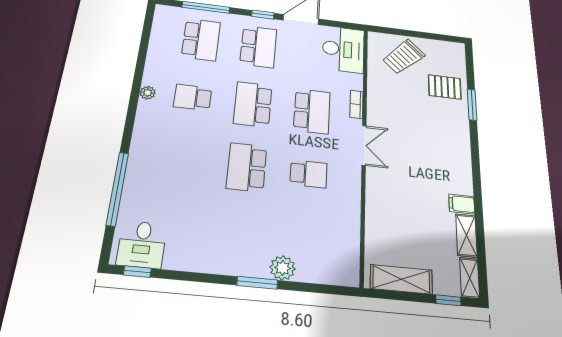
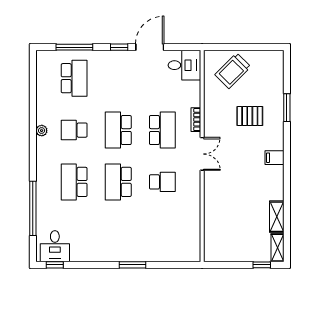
school desk: (258, 47) -> (74, 182), moved, turned 180
desk: (343, 49) -> (184, 65), width x0.73
pallet: (445, 87) -> (250, 116), moved
filing cabinet: (462, 204) -> (275, 158), moved
plant: (283, 268) -> (149, 253), removed
shelving: (401, 279) -> (229, 253), removed

